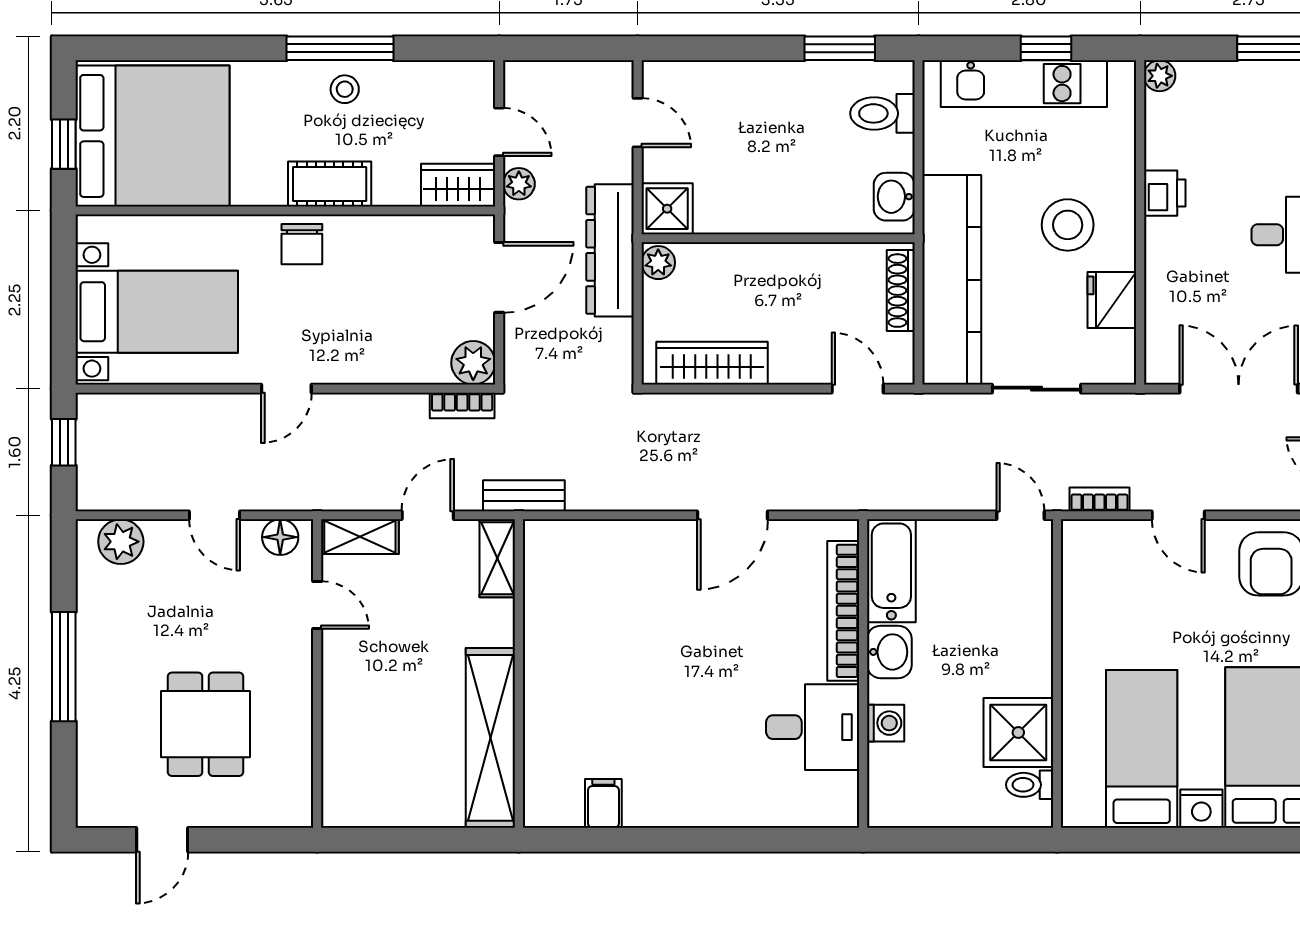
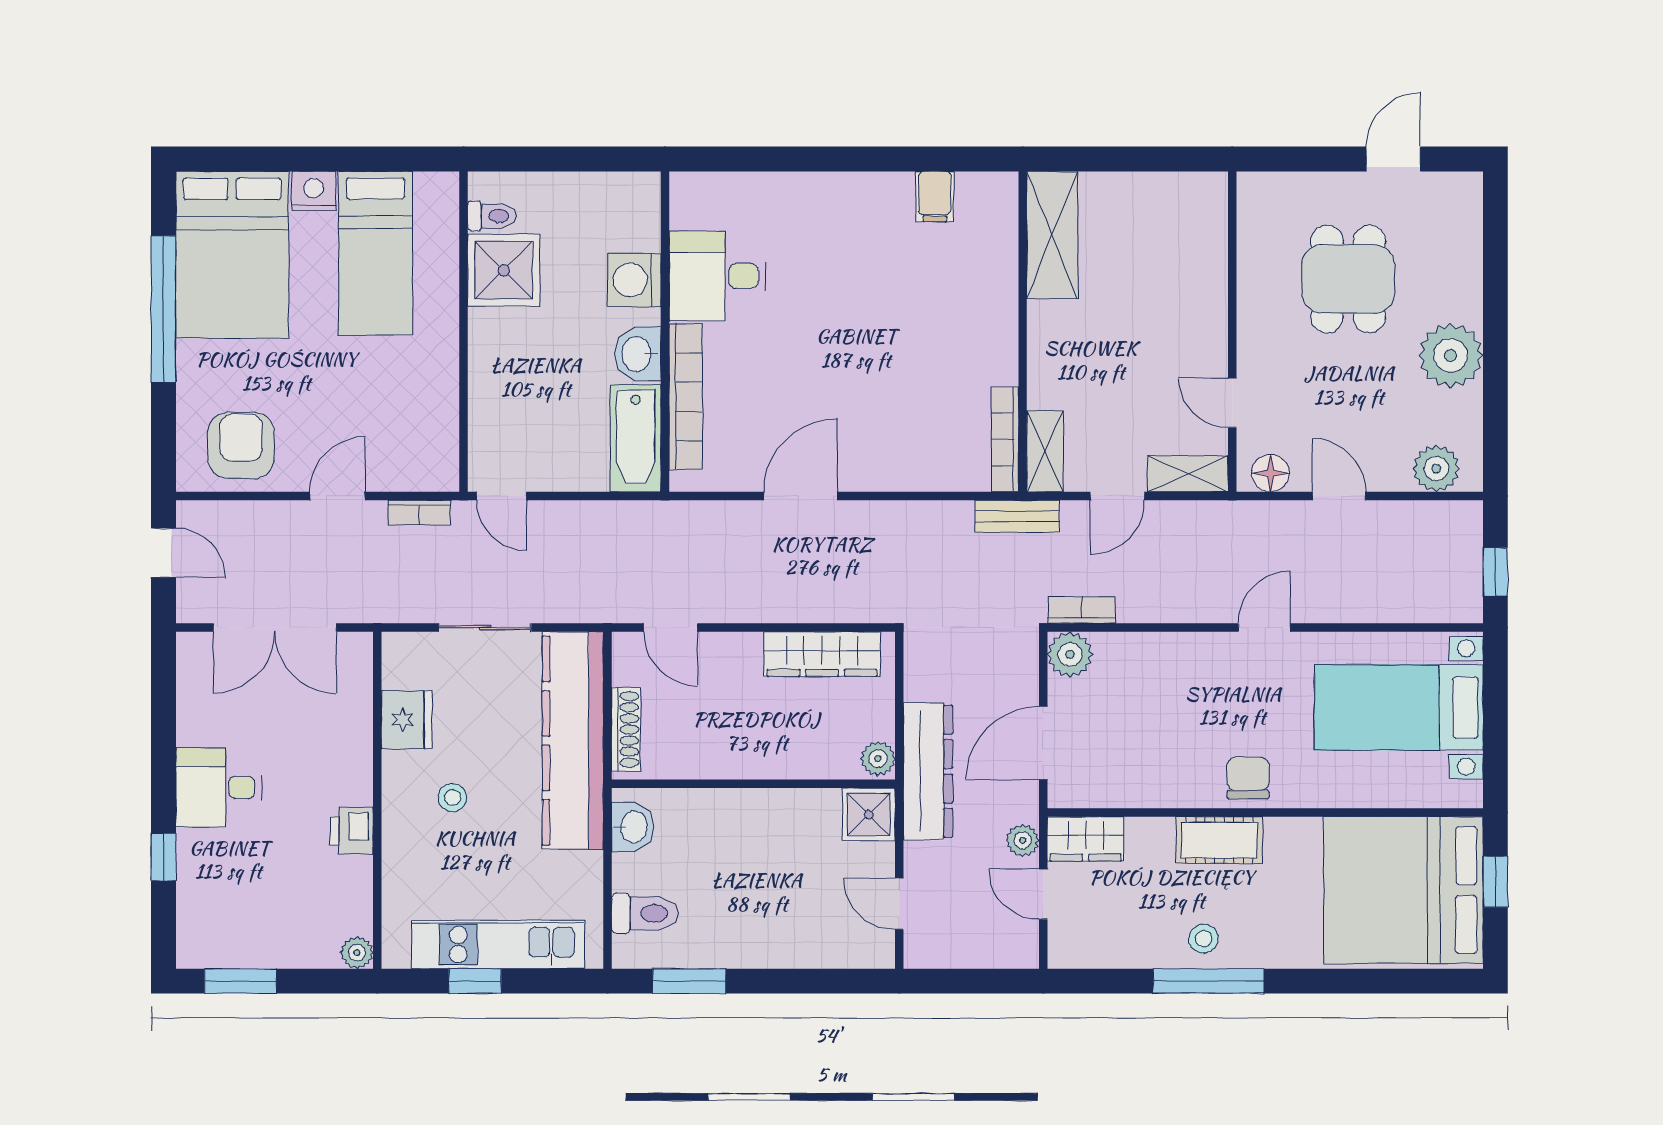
stool: (1068, 225) -> (452, 798), width x0.53, depth x0.53
door: (1178, 515) -> (337, 496), hinge flipped
bookcase: (536, 570) -> (1005, 439), added
plant: (107, 650) -> (1451, 355), added
window: (64, 667) -> (1495, 339), removed
washing machine: (886, 723) -> (634, 280), width x1.38, depth x1.38
shelving: (490, 738) -> (1052, 235), width x0.68

